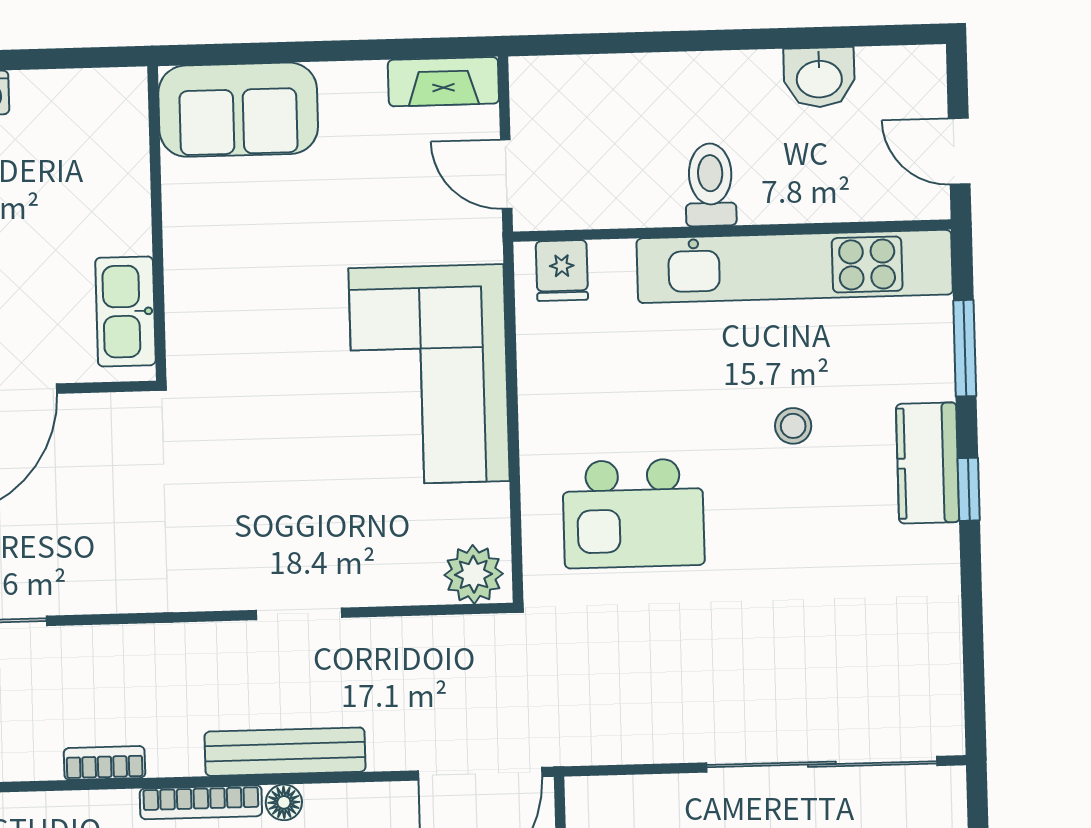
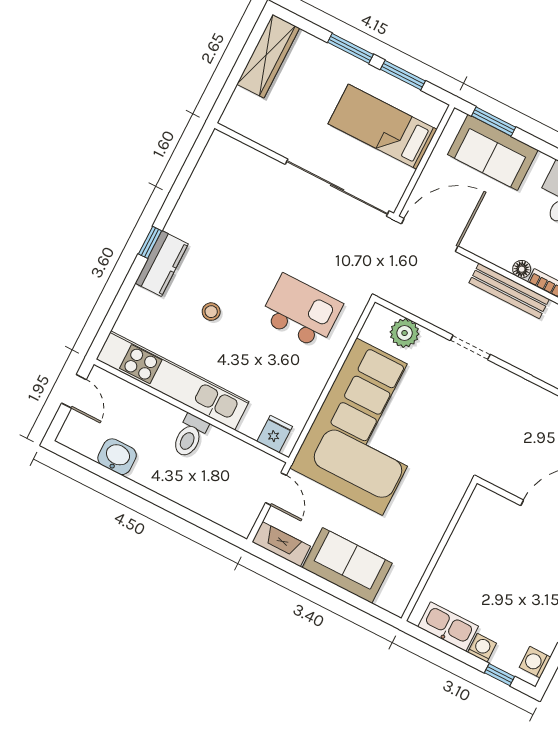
sofa: (238, 110) -> (347, 565), moved
kitchen sink: (125, 311) -> (448, 627), moved, turned -90
window: (965, 348) -> (118, 305), removed
corner sofa: (429, 375) -> (369, 427), width x1.36, depth x1.36
plant: (474, 574) -> (405, 333), moved
sliding door: (822, 764) -> (337, 188), moved

